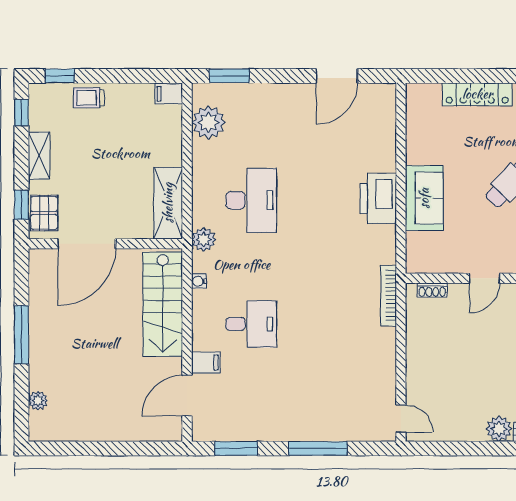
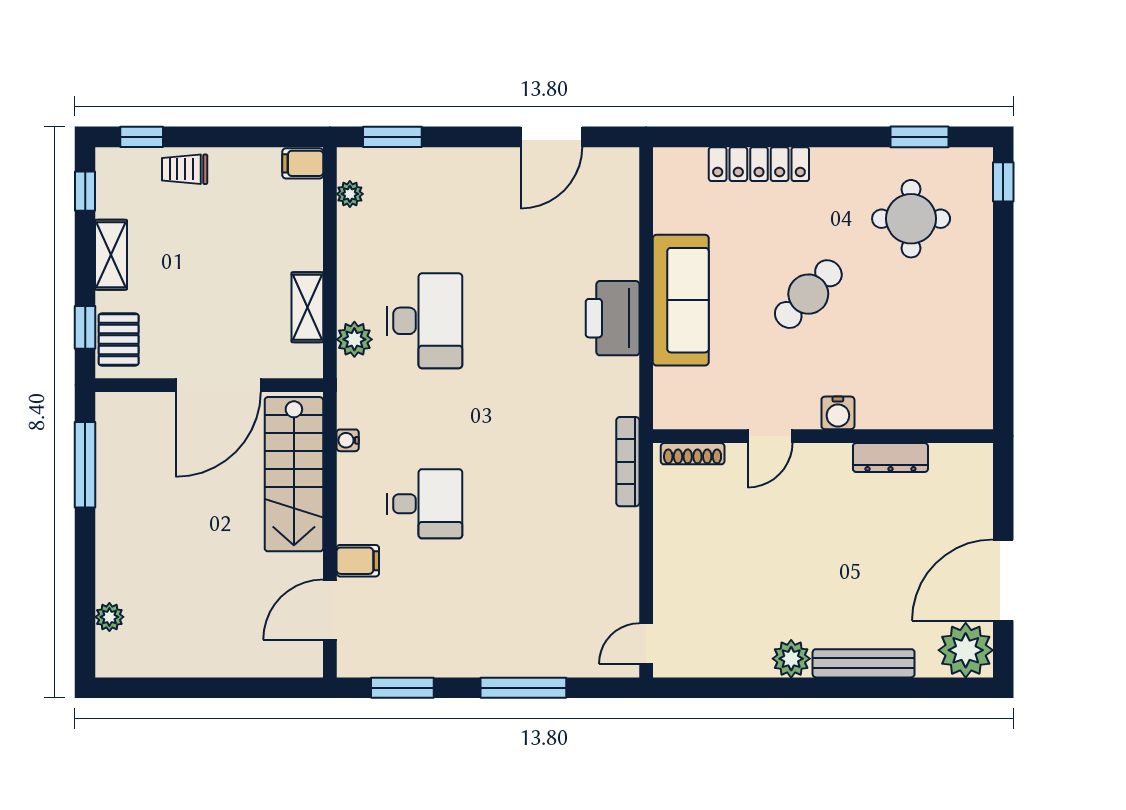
plant: (208, 122) -> (350, 194), width x0.53, depth x0.53
sofa: (424, 198) -> (681, 300), width x1.36
shelving: (168, 203) -> (307, 307), width x0.67, depth x0.75
plant: (204, 239) -> (354, 339), moved
door: (87, 244) -> (218, 385), moved
shoe rack: (432, 290) -> (693, 454), width x1.43
window: (21, 335) -> (85, 465), moved
door: (401, 419) -> (646, 644), swing flipped

